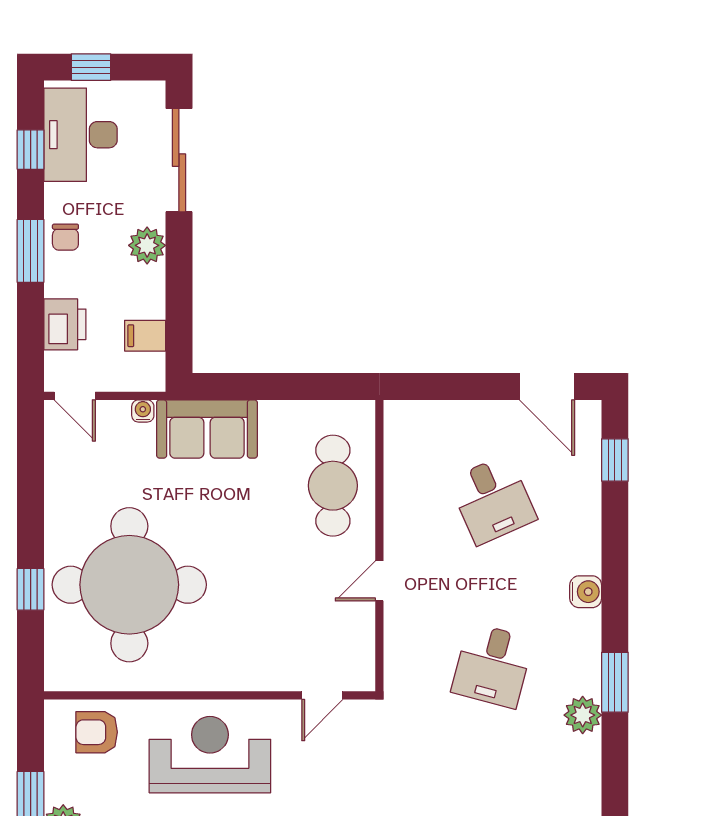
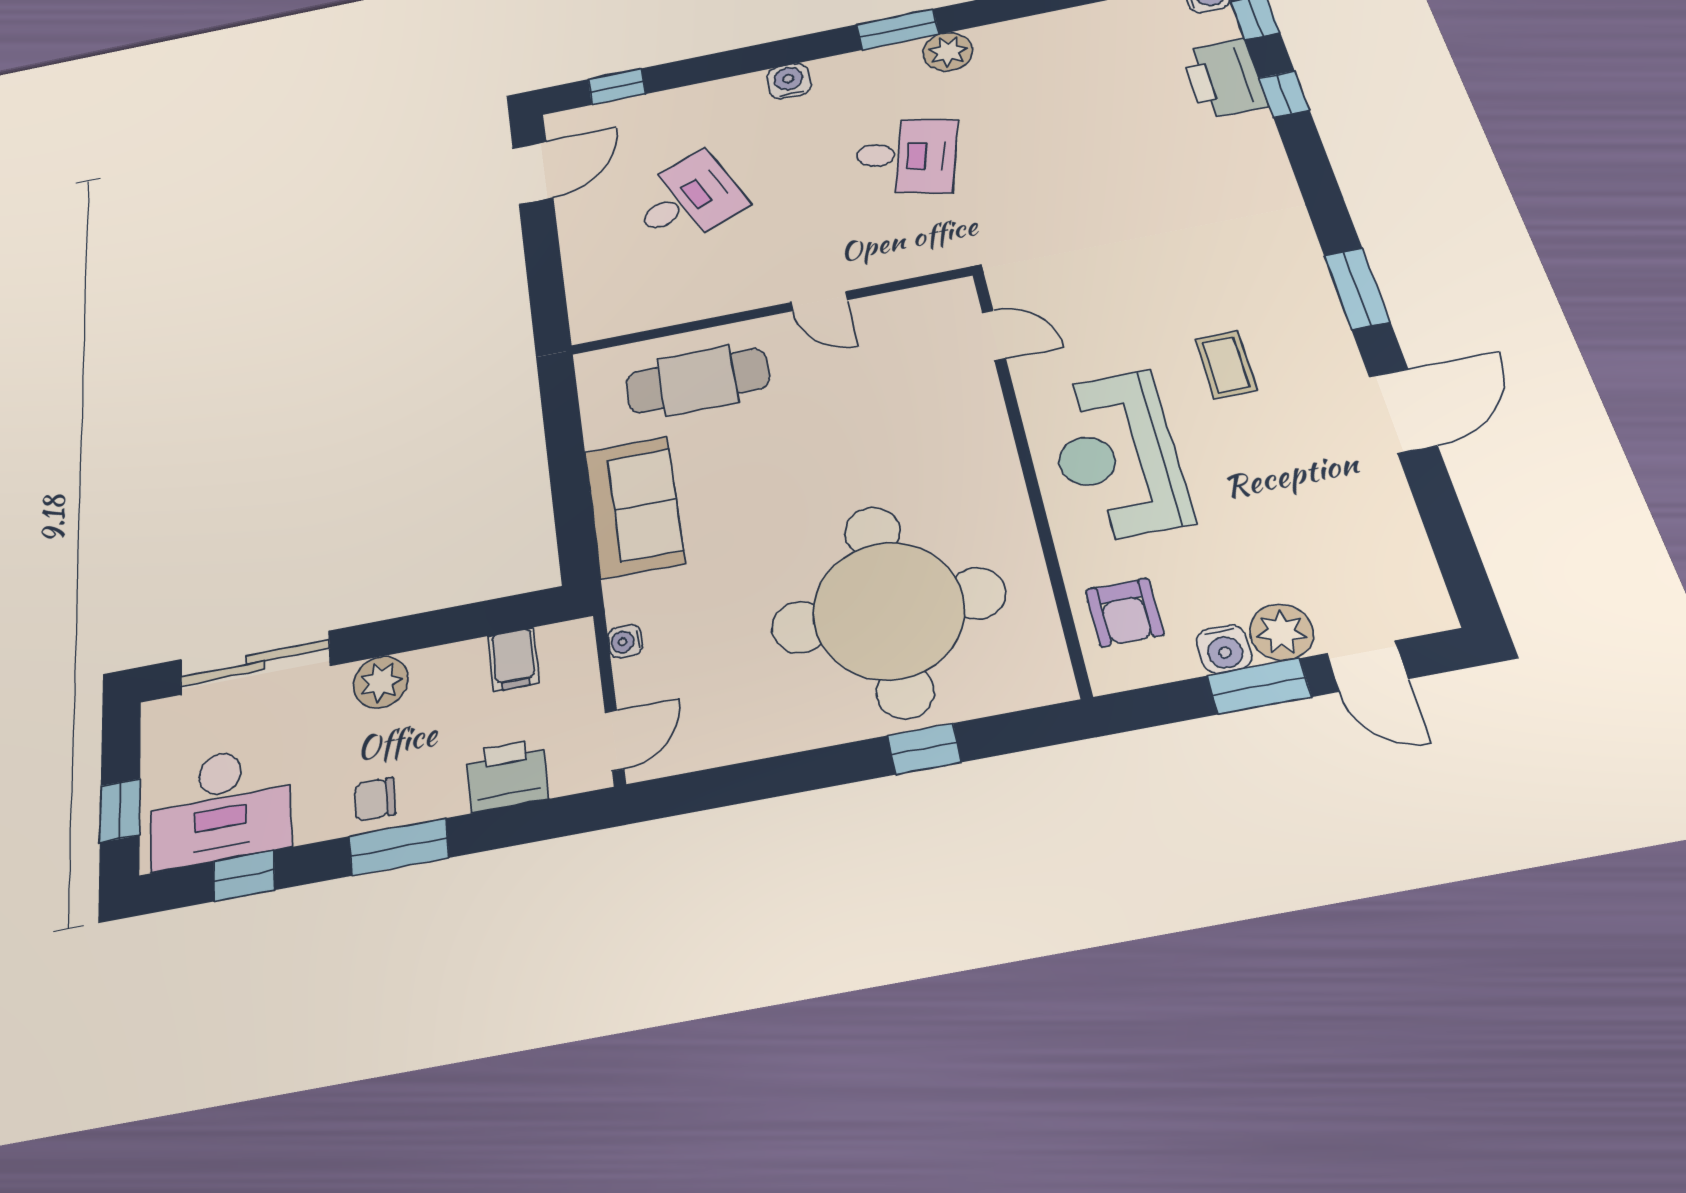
chair: (65, 237) -> (375, 799), turned 180
sofa: (207, 429) -> (634, 507), moved
water cooler: (59, 786) -> (1224, 649), added

